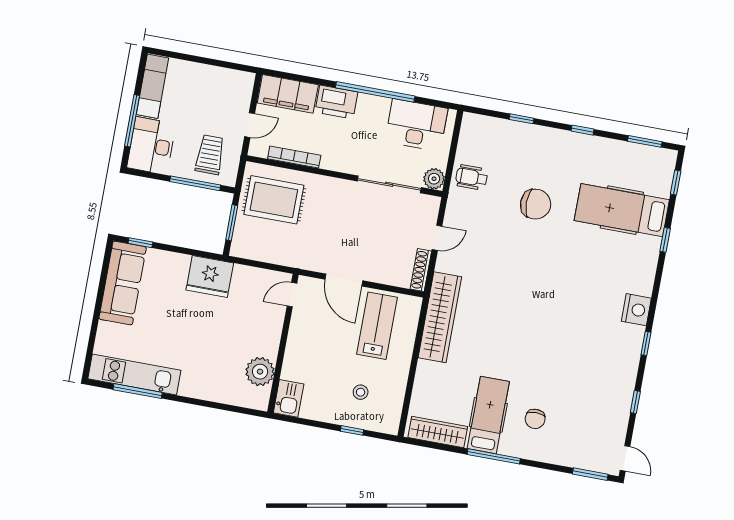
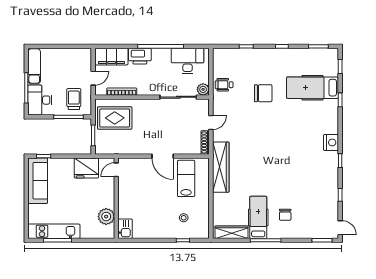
door: (292, 295) -> (116, 170), moved
wall: (283, 343) -> (116, 198), moved
plant: (260, 372) -> (106, 217), moved
kitchen sink: (289, 398) -> (125, 229), moved

